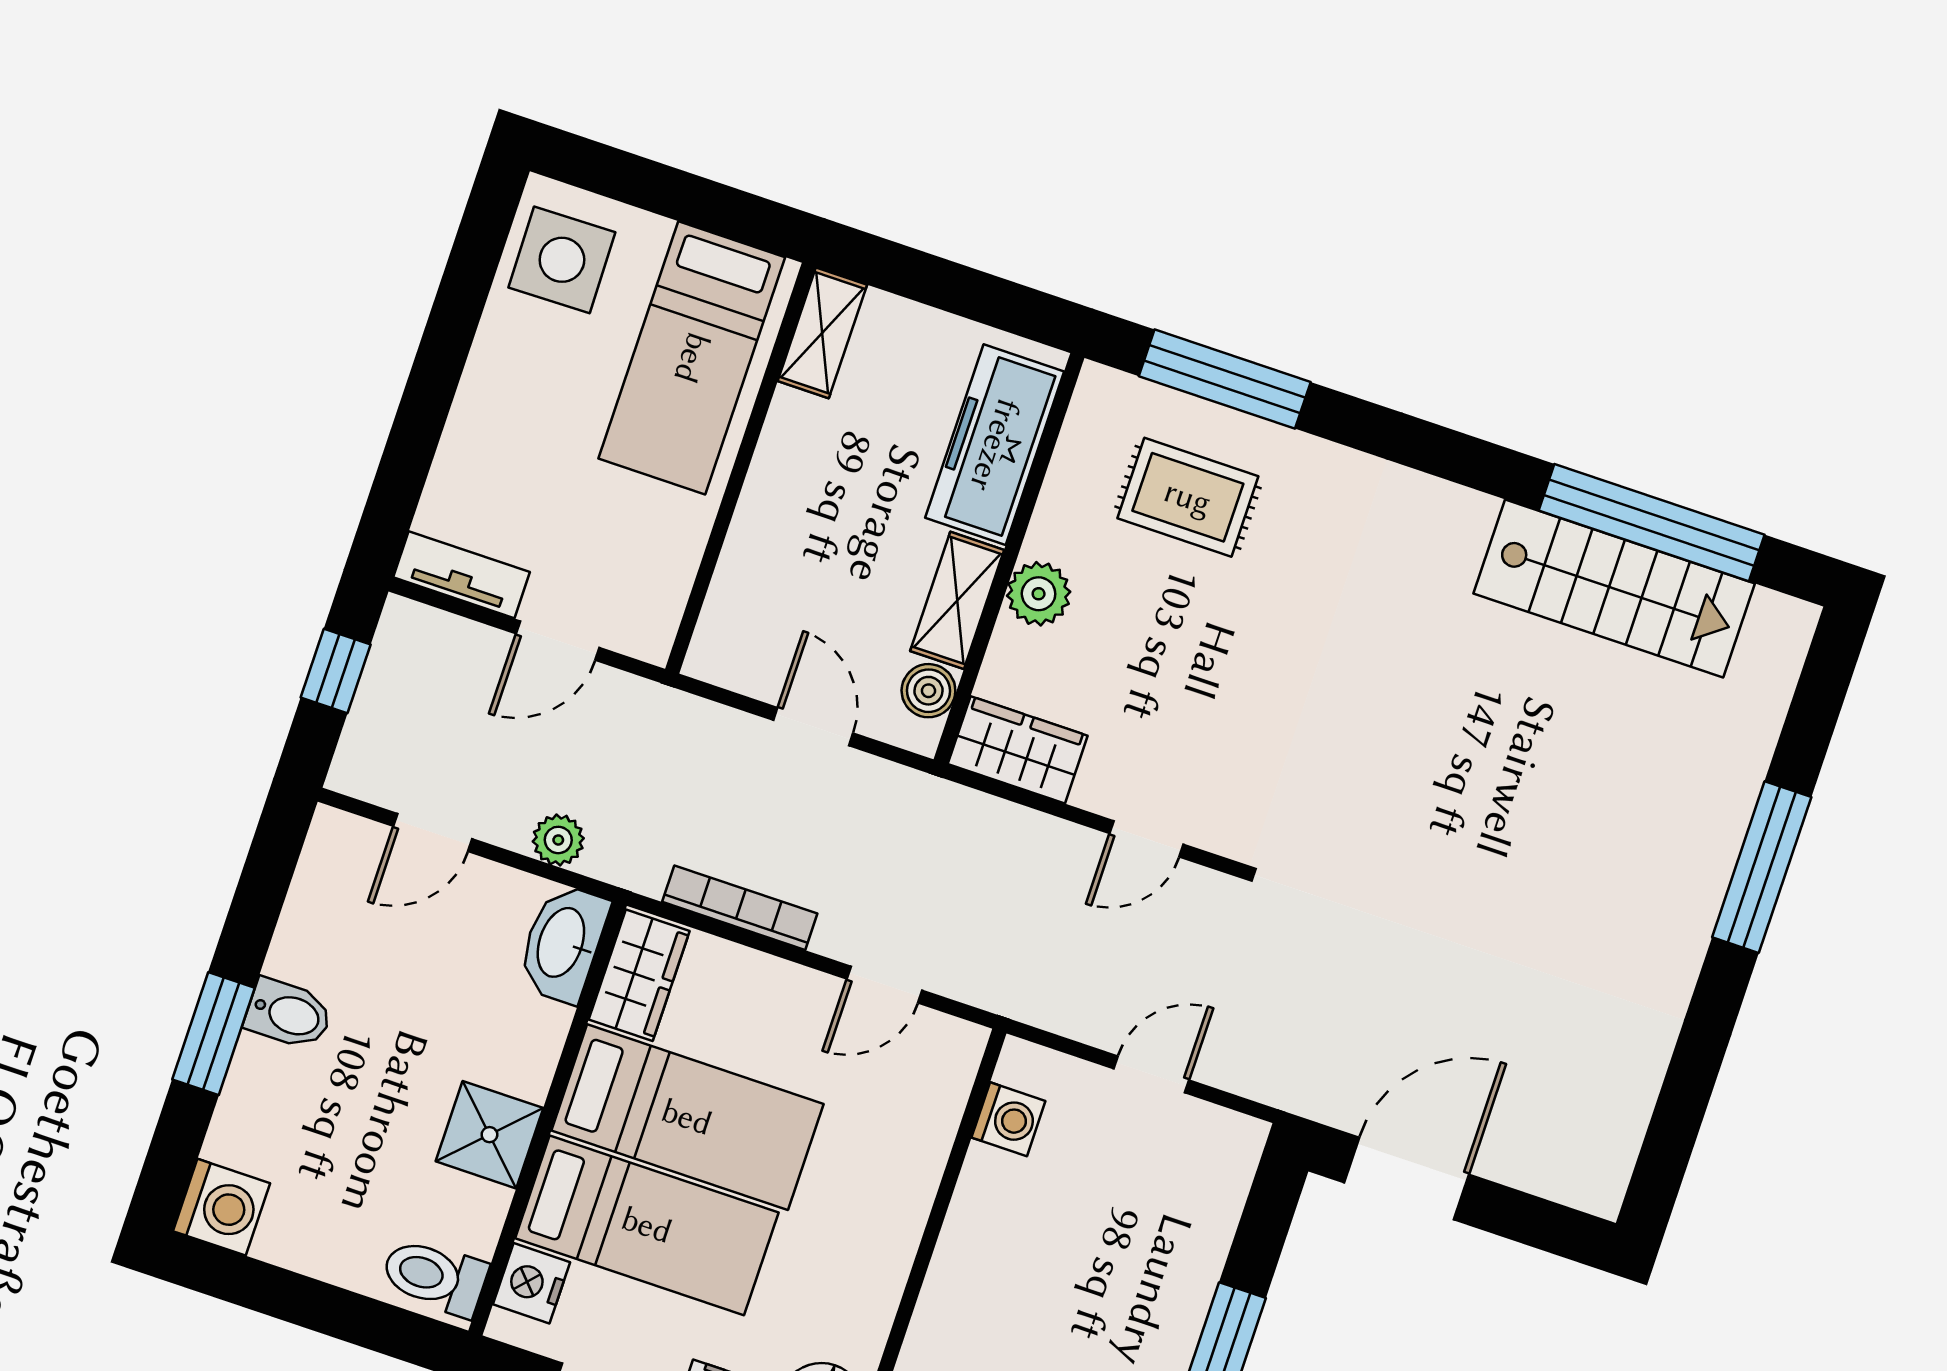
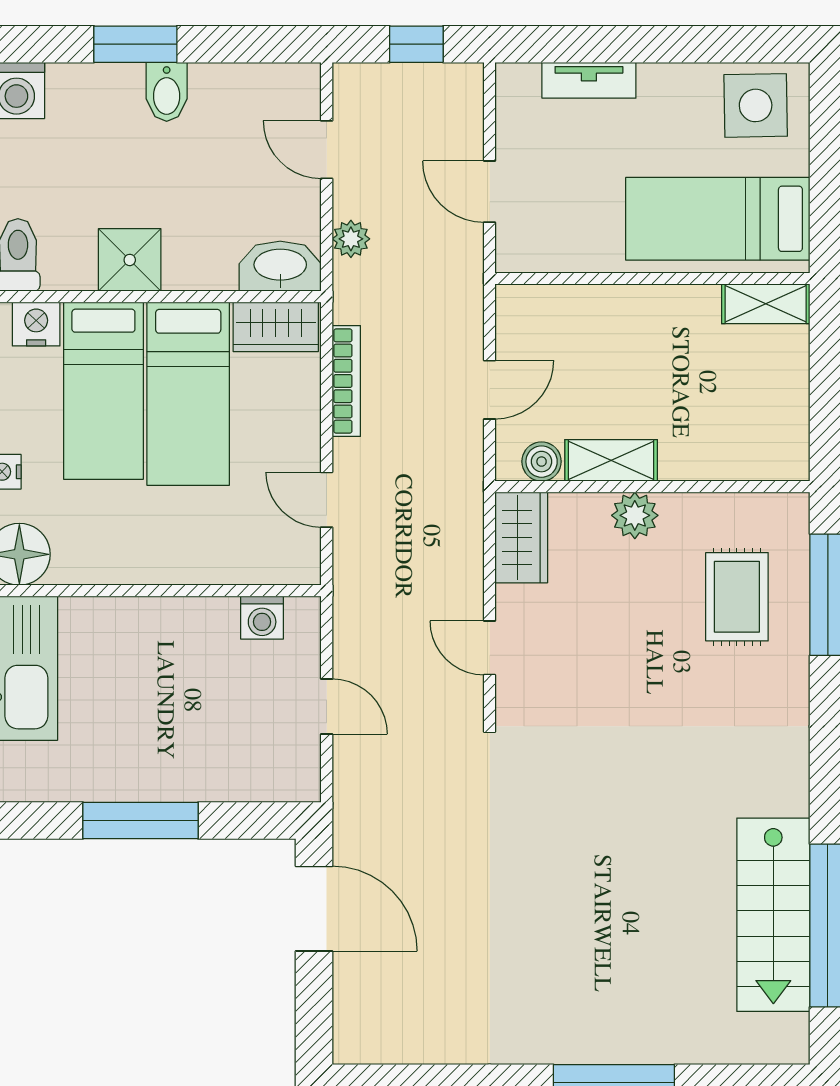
freezer: (995, 445) -> (728, 450), removed
tv unit: (461, 575) -> (589, 80), moved, turned 90

